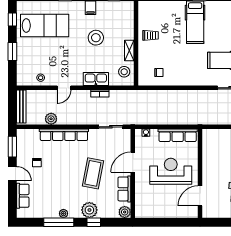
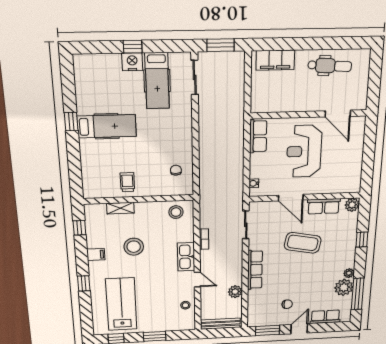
shelving: (129, 50) -> (120, 208), moved
kitchen sink: (96, 79) -> (186, 257), moved
row of seats: (64, 135) -> (255, 270), width x0.73
row of seats: (178, 135) -> (258, 136), width x0.68
plant: (89, 210) -> (344, 287), moved
window: (59, 222) -> (358, 294), moved

